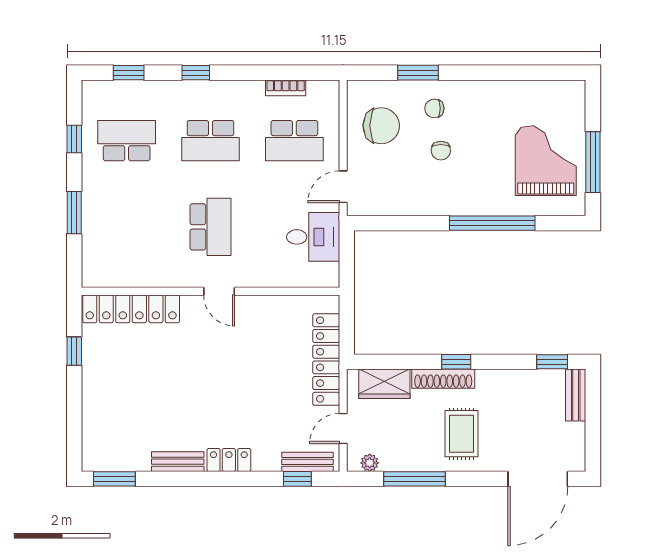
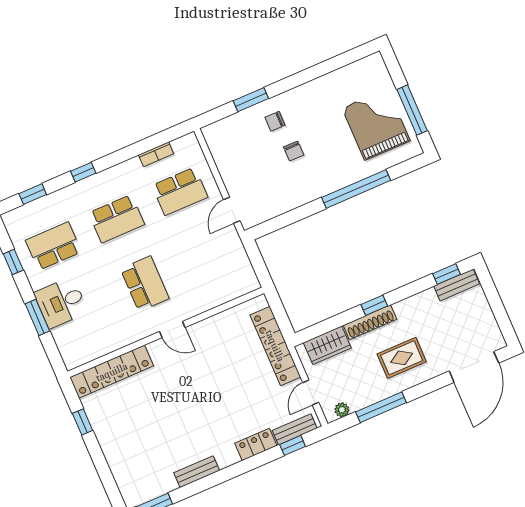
chair: (381, 126) -> (241, 152), removed
desk: (313, 237) -> (61, 302), moved, turned 180
bench: (576, 395) -> (457, 285), moved, turned 90
rug: (461, 434) -> (402, 358), turned 90
locker: (229, 460) -> (256, 445), moved

